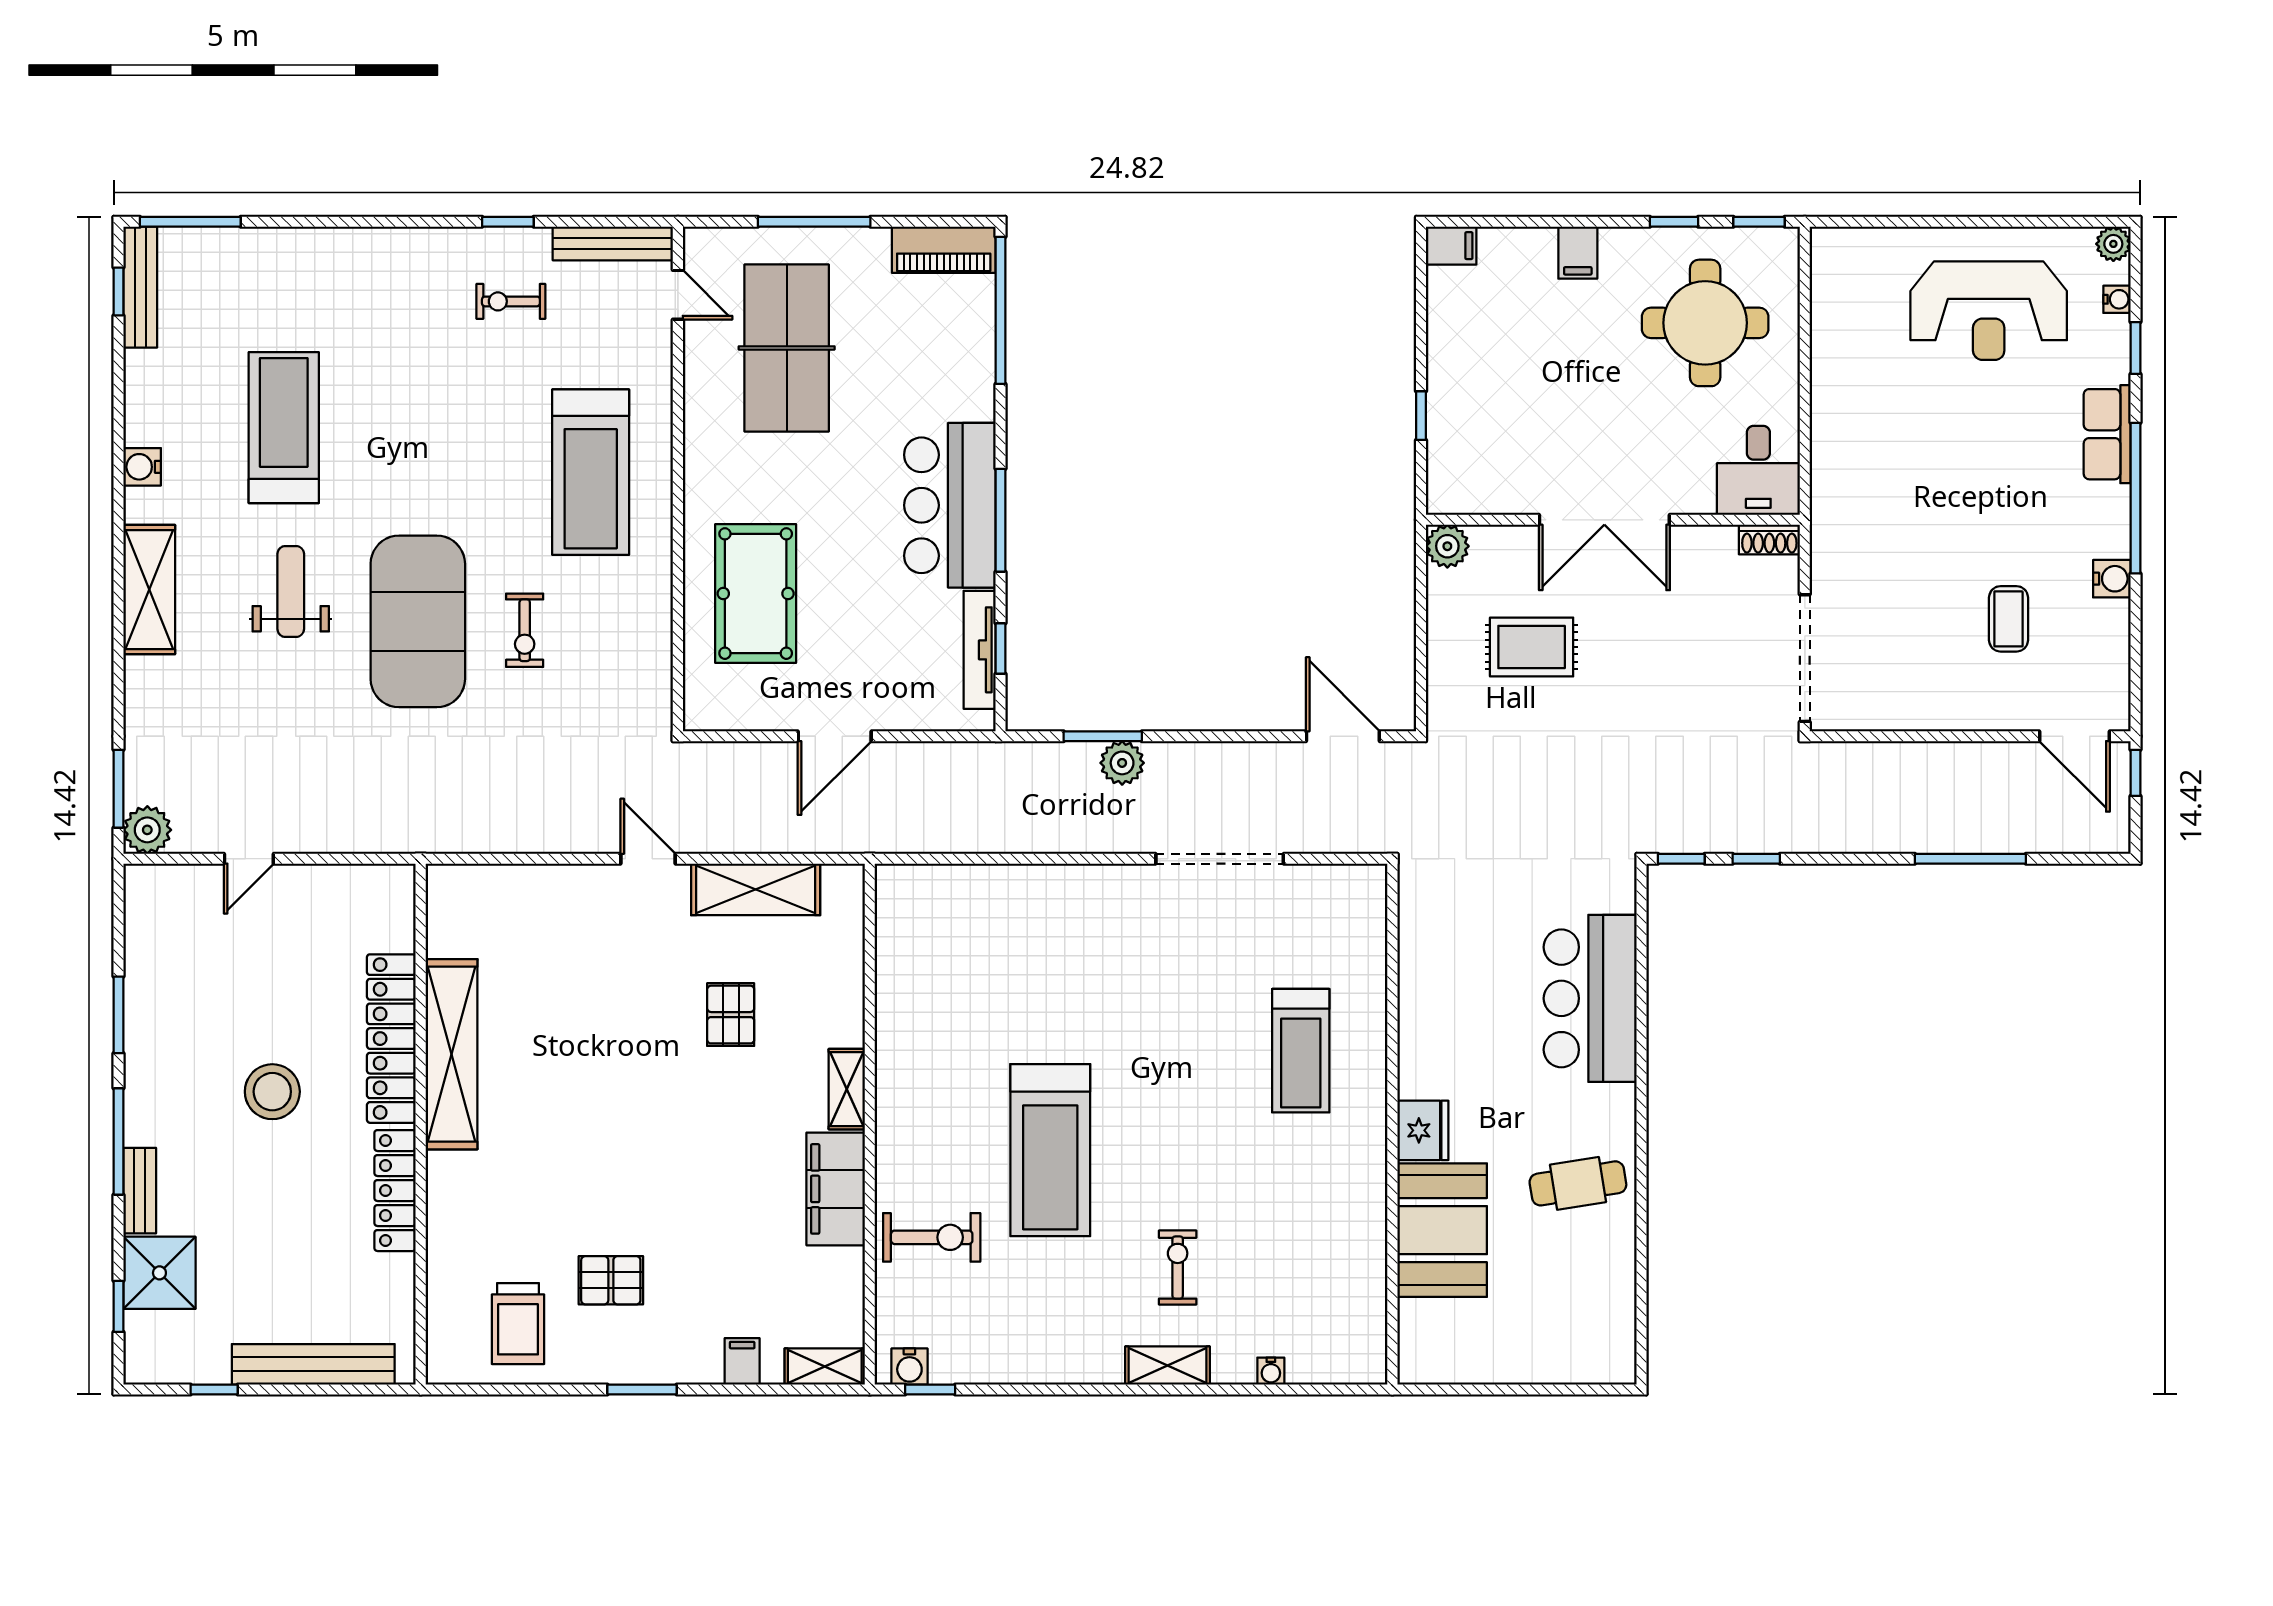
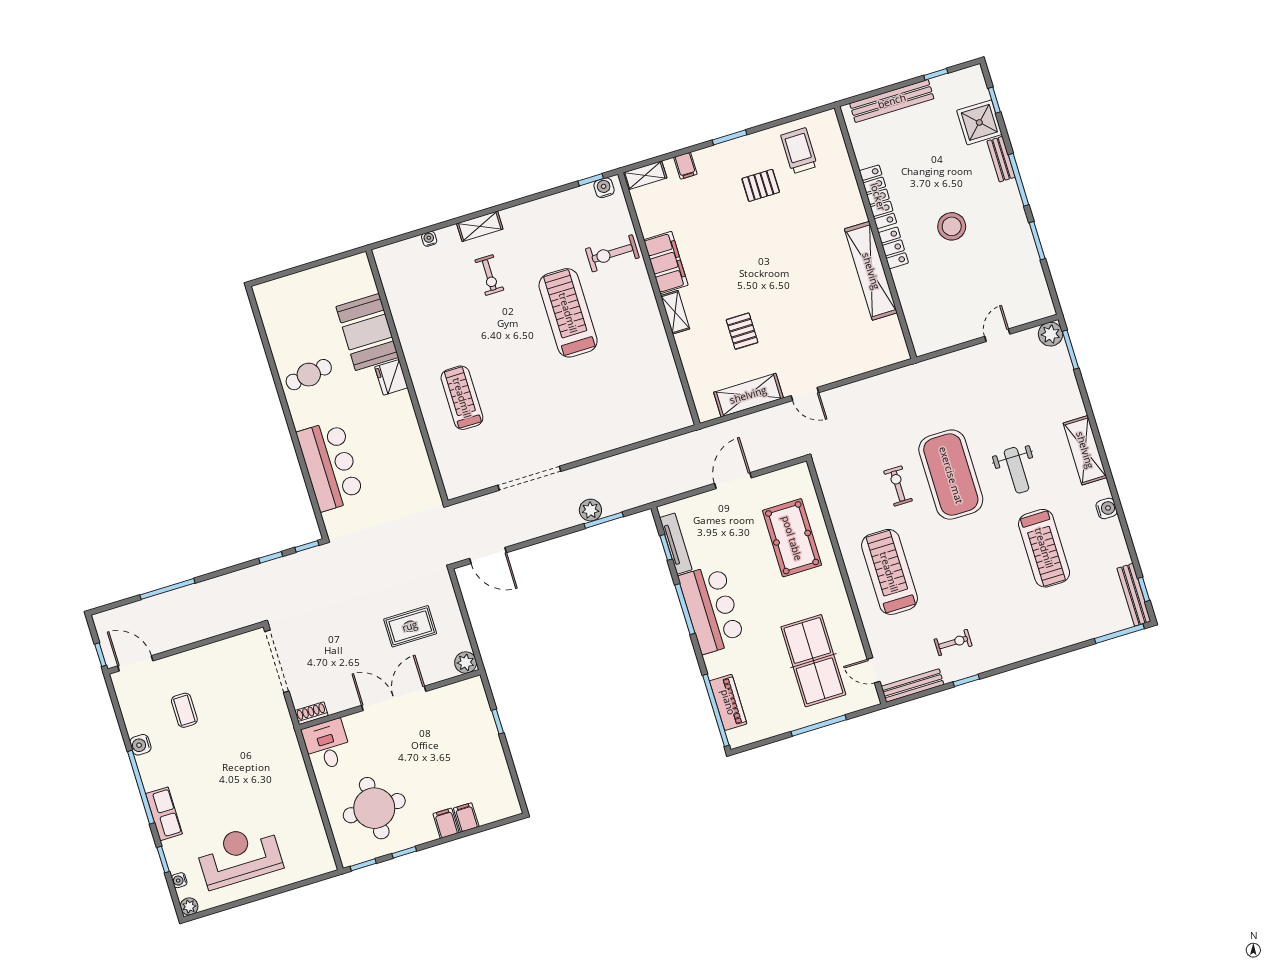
filing cabinet: (1451, 246) -> (466, 817), moved, turned 90
piano: (944, 250) -> (728, 702), moved, turned 90
locker: (391, 1039) -> (893, 248), width x0.46, depth x0.83

